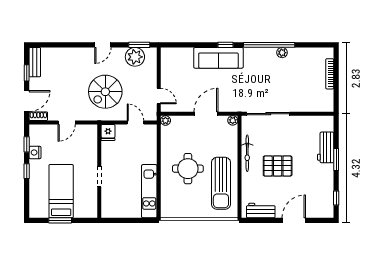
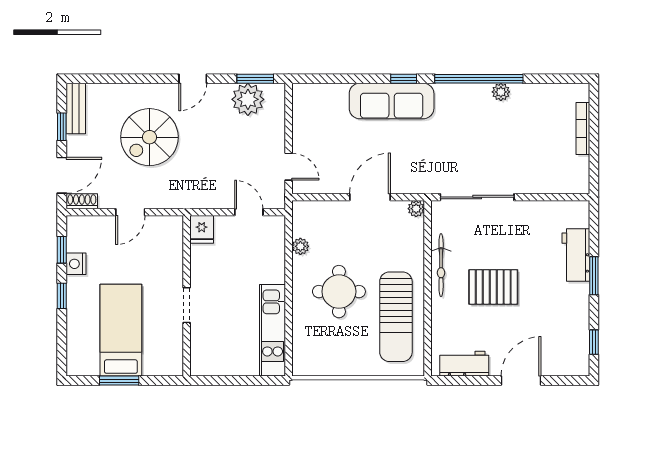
spiral stairs: (105, 92) -> (149, 137), moved
plant: (165, 121) -> (300, 246), moved

